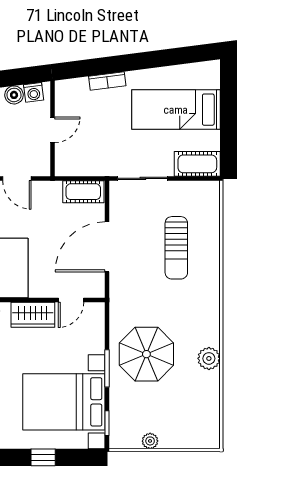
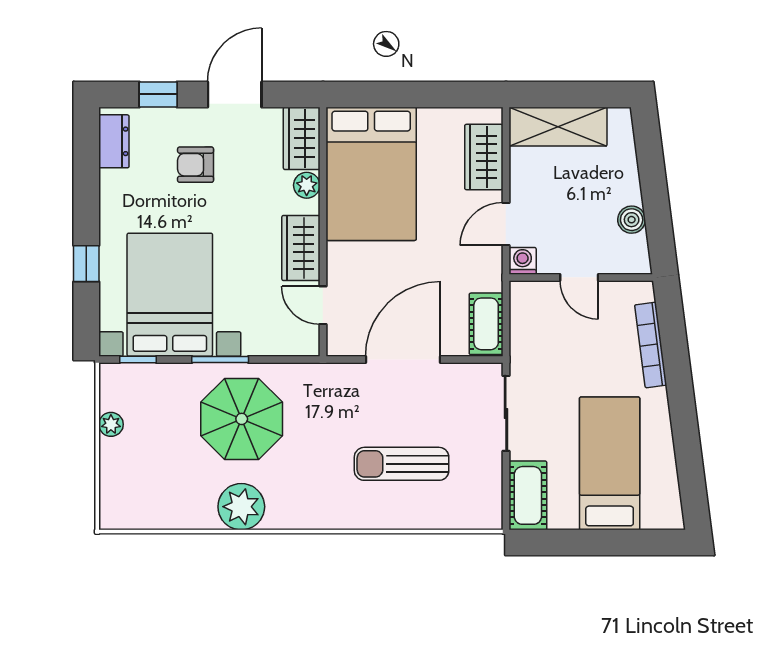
bookcase: (107, 81) -> (651, 345), width x1.56
washing machine: (34, 92) -> (523, 261), moved, turned 97
door: (107, 247) -> (403, 360), hinge flipped
plant: (209, 358) -> (241, 507), width x1.36, depth x1.36

